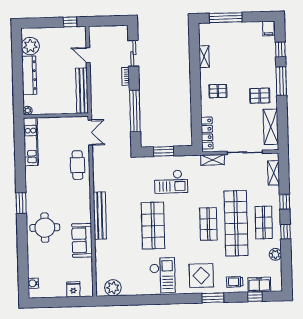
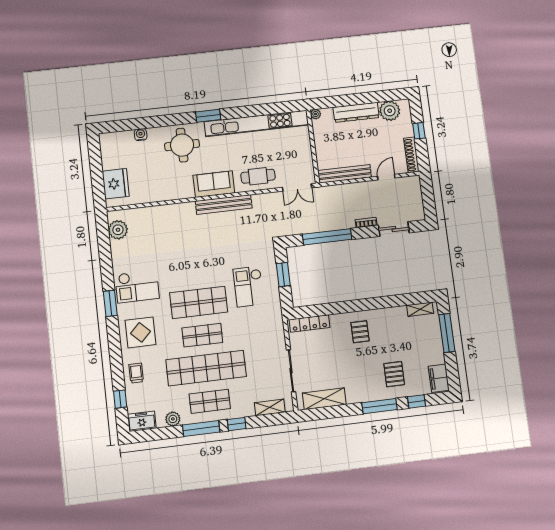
window: (70, 22) -> (419, 131), moved
filing cabinet: (268, 29) -> (439, 378), width x2.00
shoe rack: (71, 31) -> (411, 155), added
shelving: (204, 57) -> (420, 309), moved
pallet: (260, 96) -> (394, 374), moved
kitchen unit: (31, 142) -> (256, 123), width x1.86
shelving: (212, 160) -> (279, 333), removed
bench: (100, 216) -> (224, 204), moved
shop shelf: (153, 226) -> (199, 302), moved
window: (285, 232) -> (201, 428), width x2.17
sofa: (82, 240) -> (214, 184), moved
water cooler: (33, 283) -> (141, 135), moved
freezer: (259, 285) -> (142, 421), moved, turned -90
fridge: (73, 289) -> (116, 184), width x1.88, depth x1.34
window: (213, 298) -> (110, 303), moved

